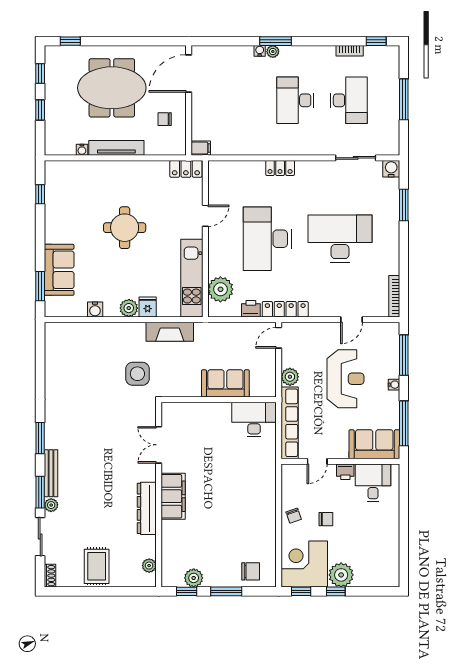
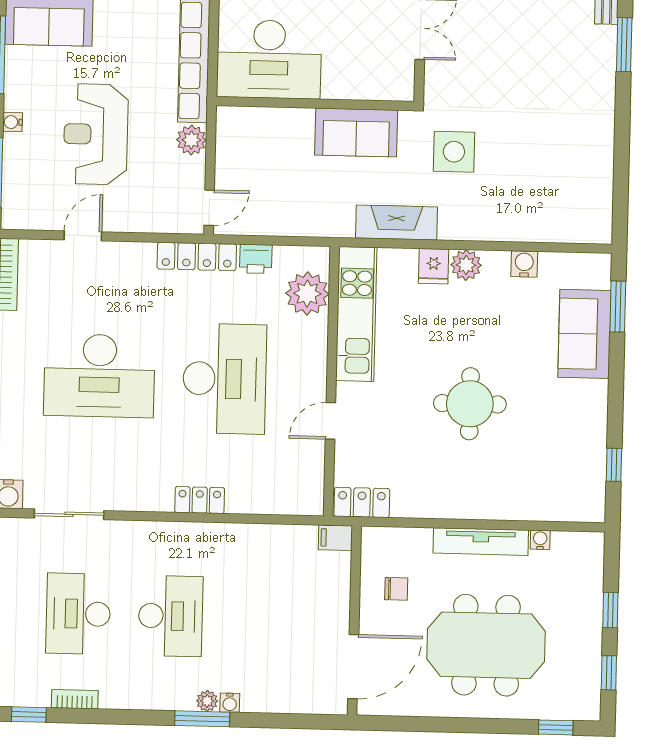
sofa: (225, 383) -> (356, 133), moved
desk: (254, 419) -> (269, 59), width x1.36, depth x1.30

